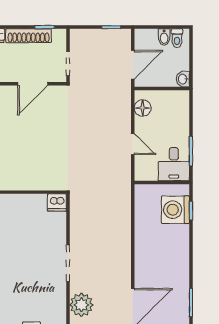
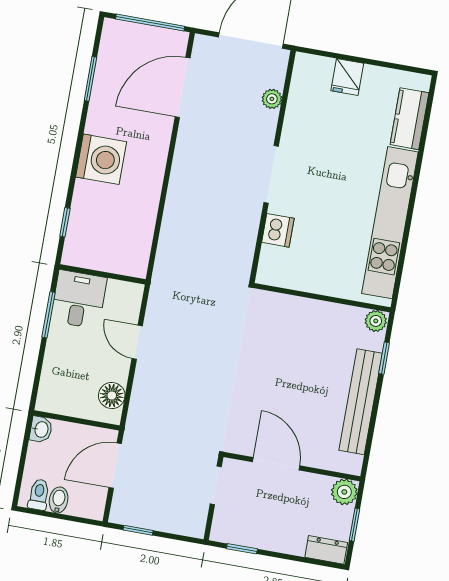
shoe rack: (29, 36) -> (269, 540), removed
door: (33, 84) -> (276, 464), hinge flipped
dishwasher: (57, 203) -> (278, 230), moved, turned 90
washing machine: (175, 210) -> (101, 159), moved
plant: (81, 305) -> (272, 99), width x0.53, depth x0.53

